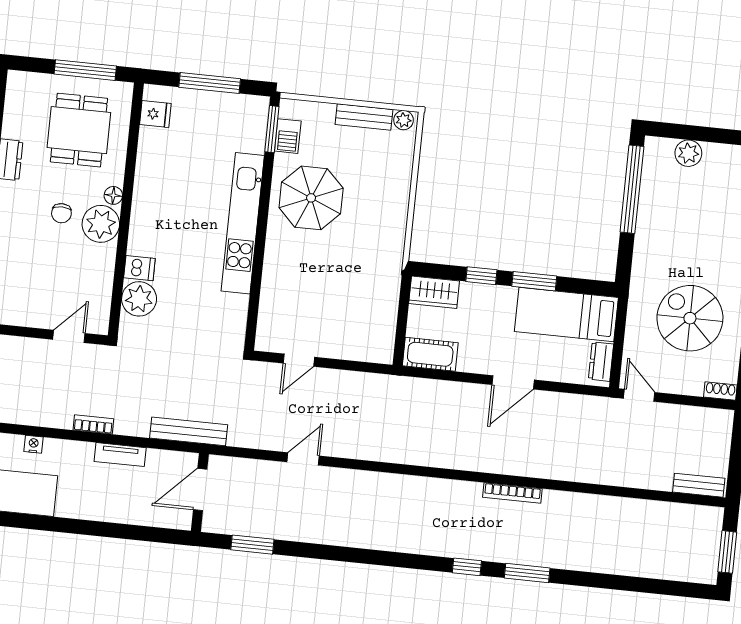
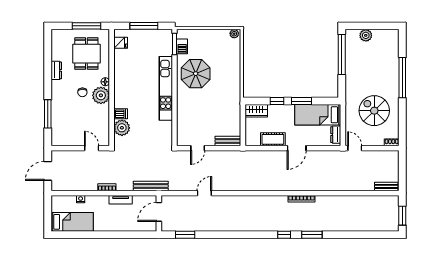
bench: (364, 117) -> (228, 141), moved
door: (69, 336) -> (92, 148), hinge flipped
cot: (430, 354) -> (273, 139), moved

